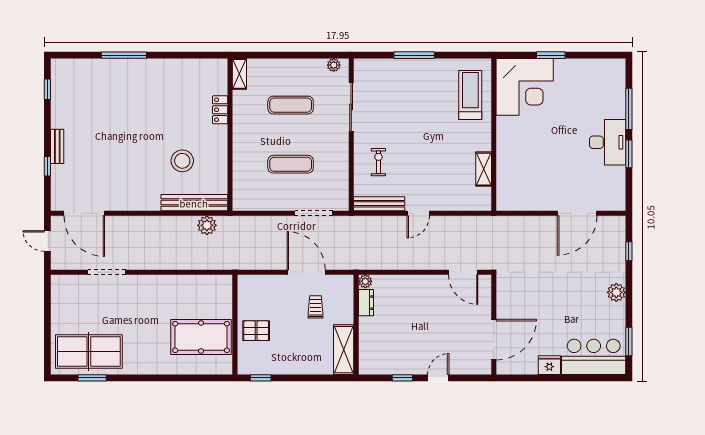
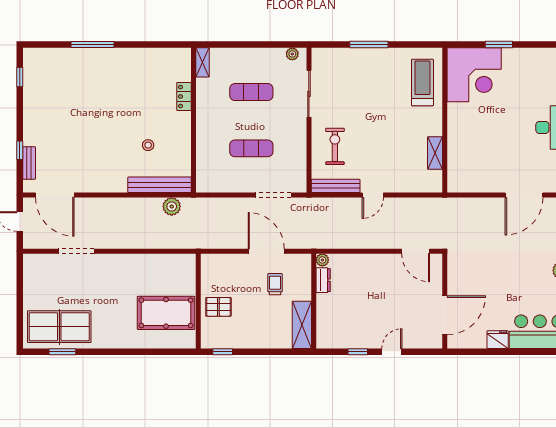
bench: (57, 146) -> (29, 163), moved
stool: (182, 161) -> (148, 145), width x0.53, depth x0.53
exercise bike: (378, 162) -> (335, 146), width x1.38, depth x1.39

